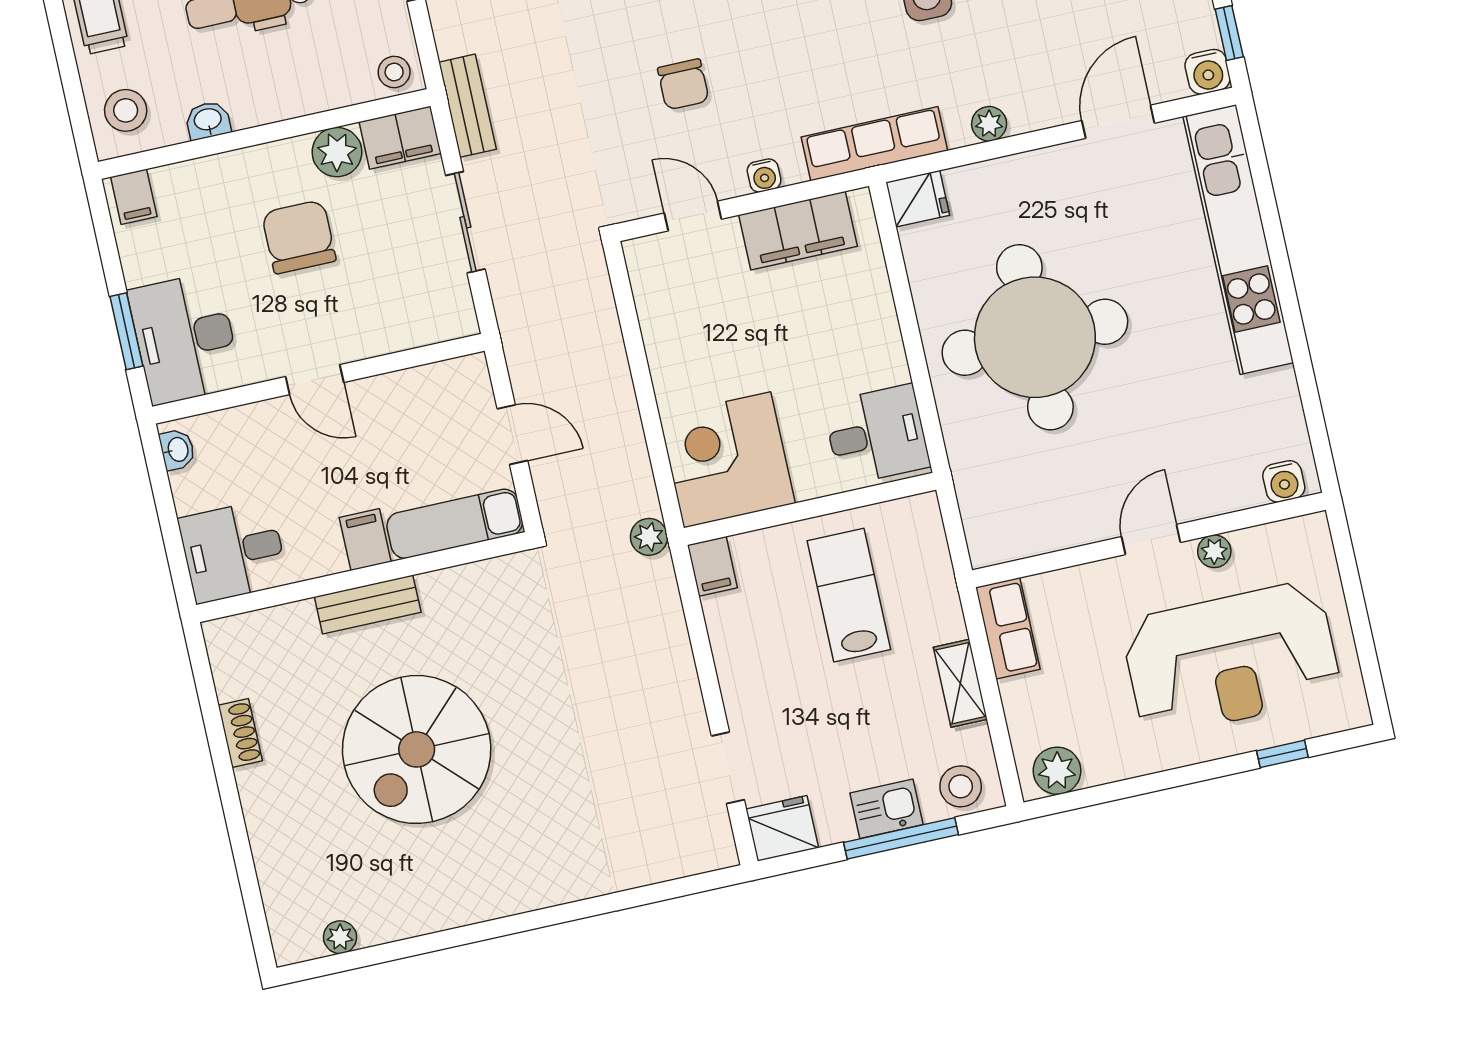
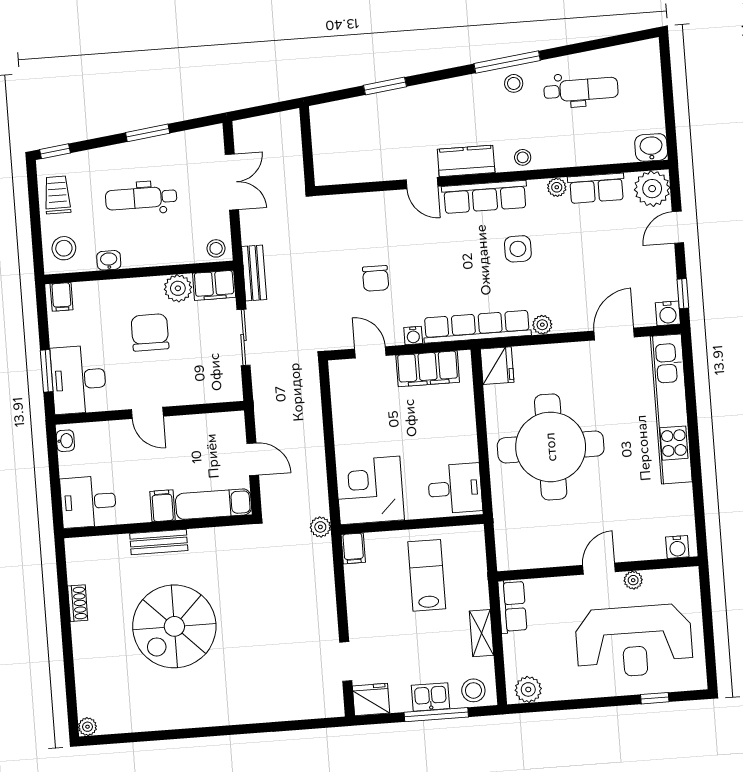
row of seats: (874, 144) -> (477, 327), width x1.36
fridge: (918, 199) -> (497, 366), width x1.38
plant: (340, 937) -> (88, 727), moved

